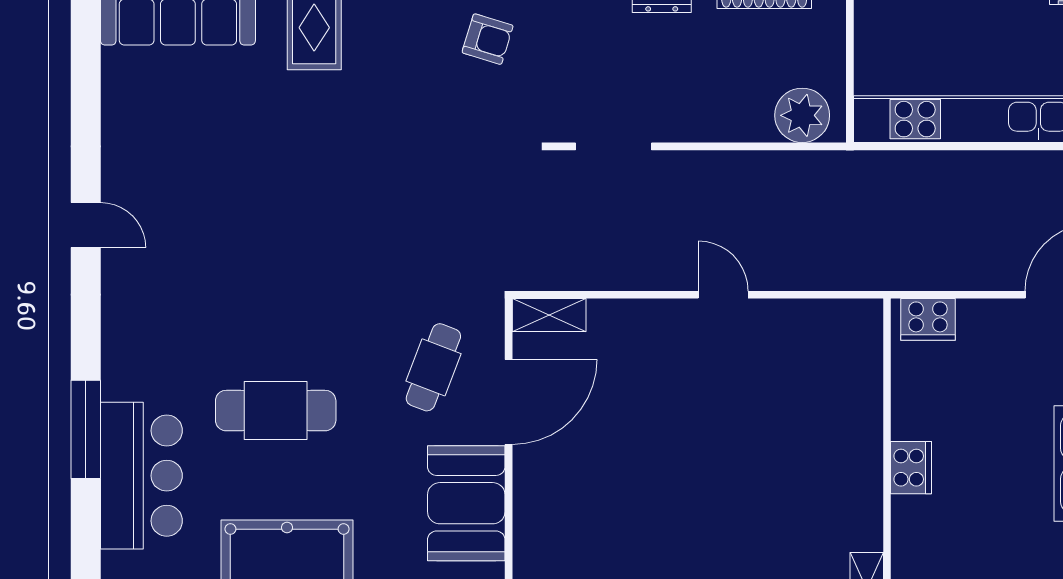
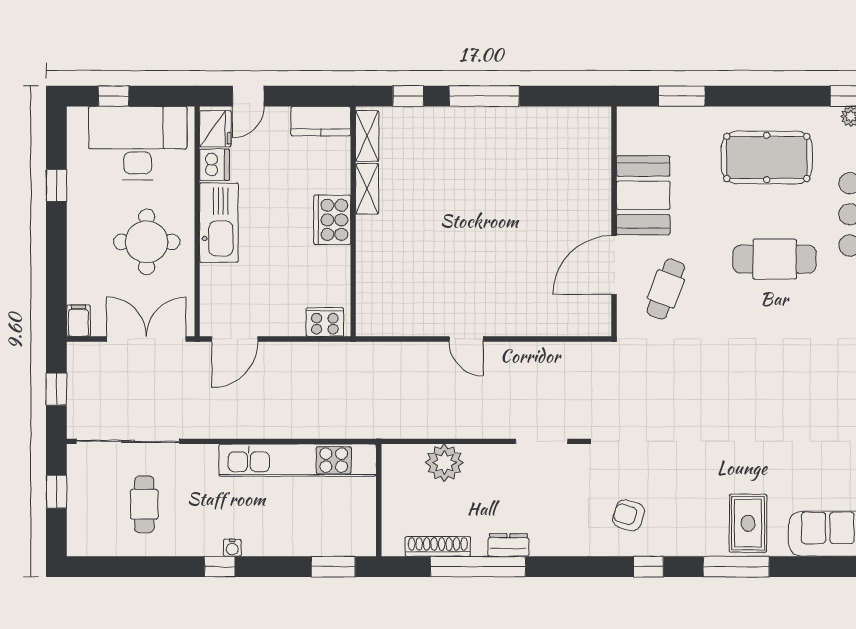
plant: (802, 115) -> (444, 463), moved
shelving: (549, 315) -> (367, 189), moved, turned 90
cooker: (911, 468) -> (332, 220), width x1.37, depth x1.31

